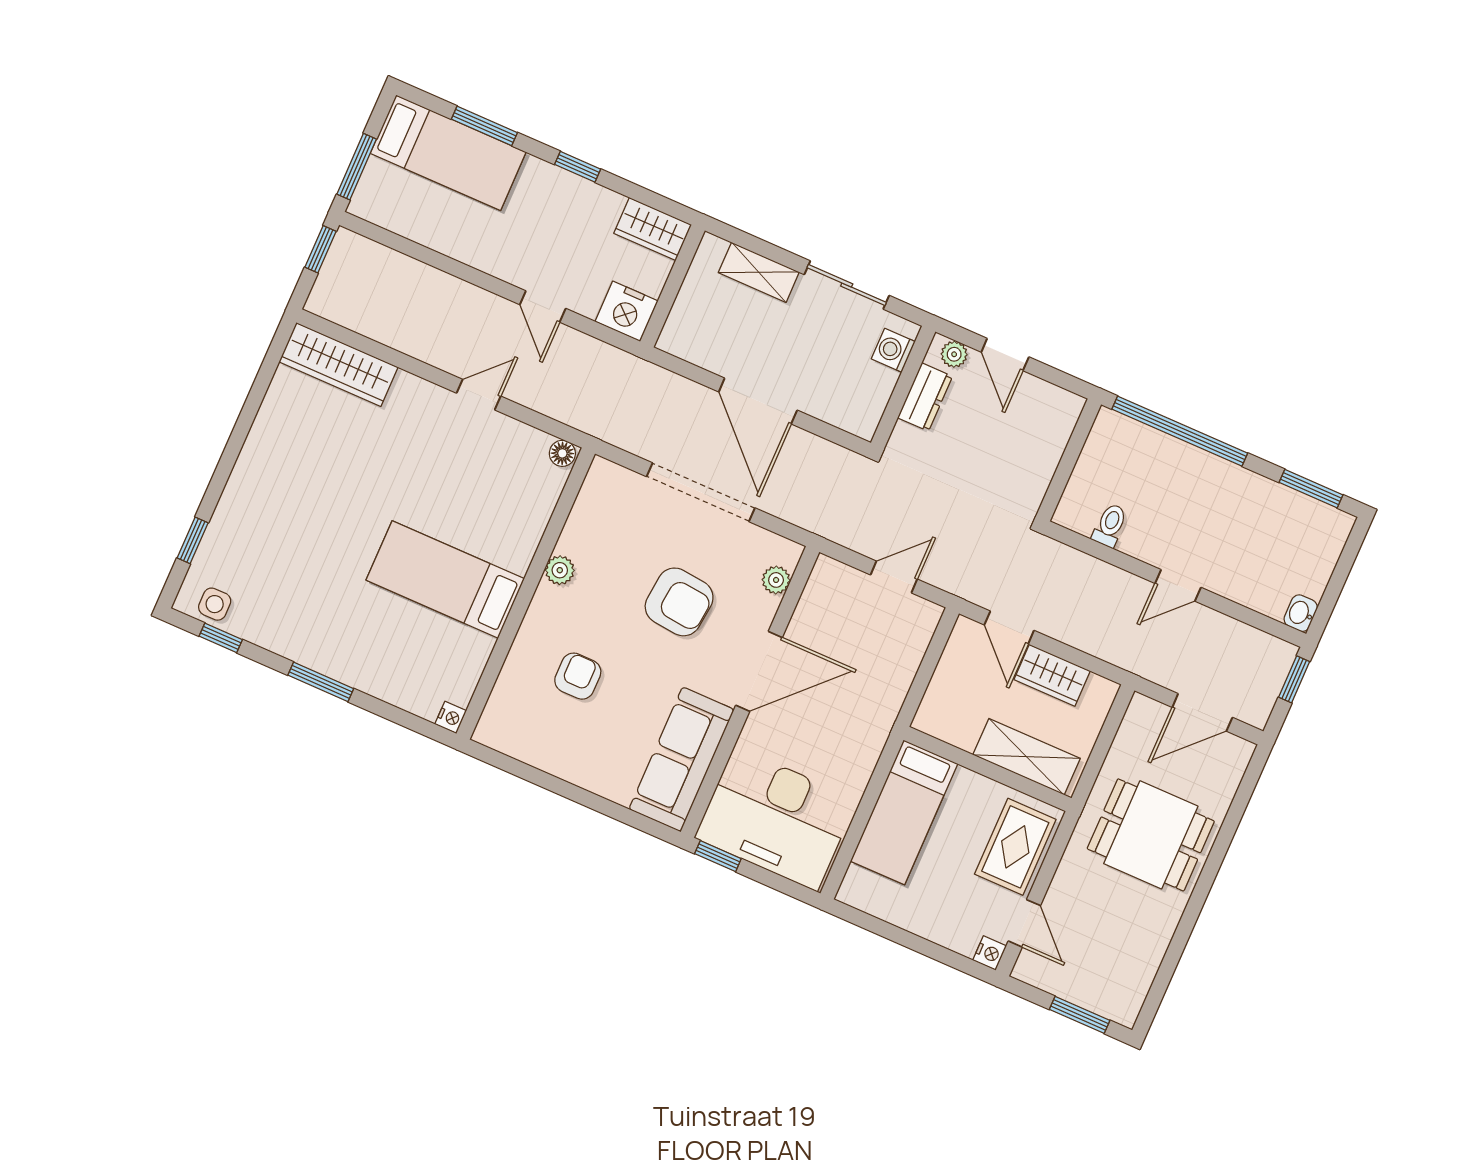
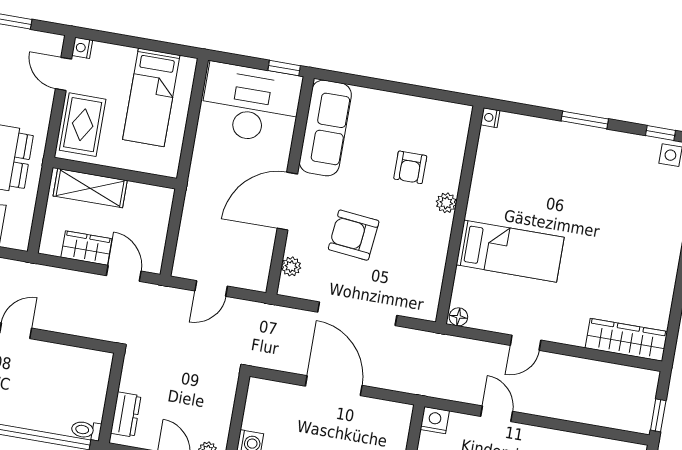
nightstand: (626, 311) -> (435, 420), width x0.74, depth x0.75
dresser: (925, 397) -> (126, 414), moved, turned 180
toilet: (1110, 525) -> (86, 430), moved, turned 90
plant: (560, 570) -> (446, 203), moved
bed: (445, 579) -> (510, 251), moved
bed: (904, 812) -> (151, 97), moved, turned 180

